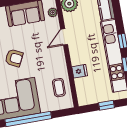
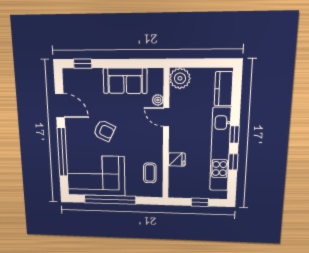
plant: (53, 12) -> (158, 100), moved
door: (64, 37) -> (166, 117), hinge flipped

